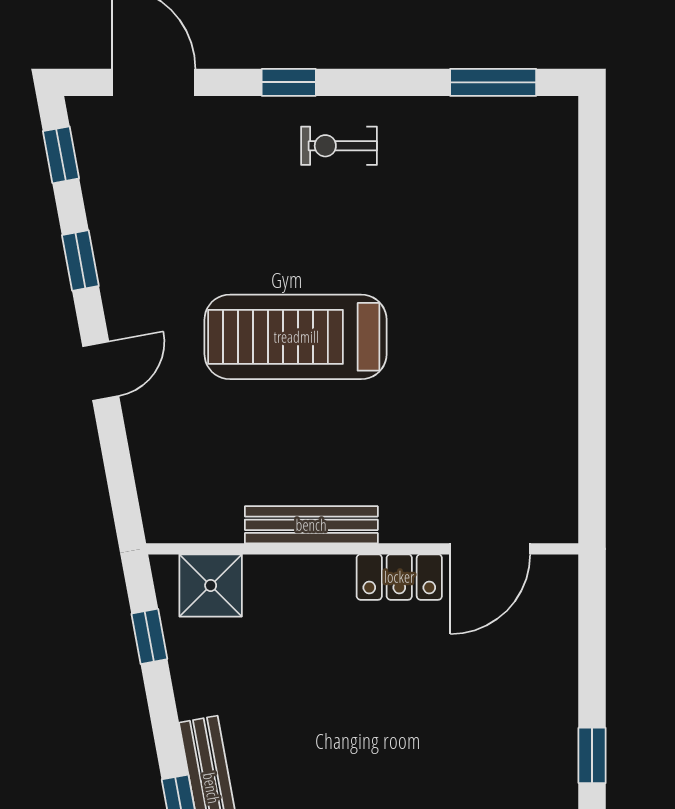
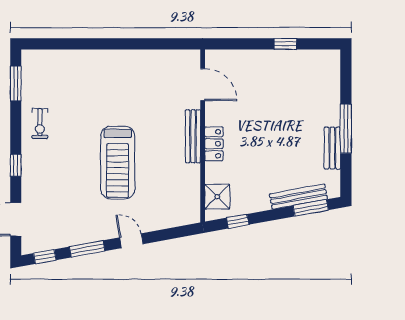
exercise bike: (339, 146) -> (40, 124), moved
window: (80, 261) -> (87, 249), width x1.50
bench: (311, 525) -> (193, 136), moved
locker: (399, 577) -> (214, 144), moved

